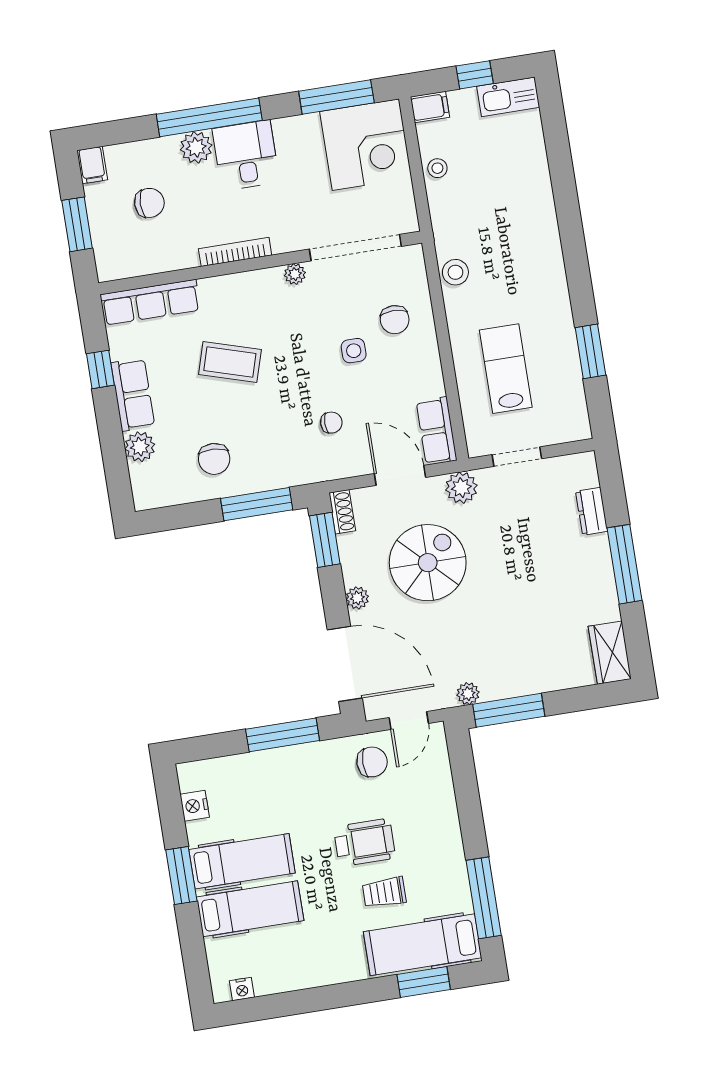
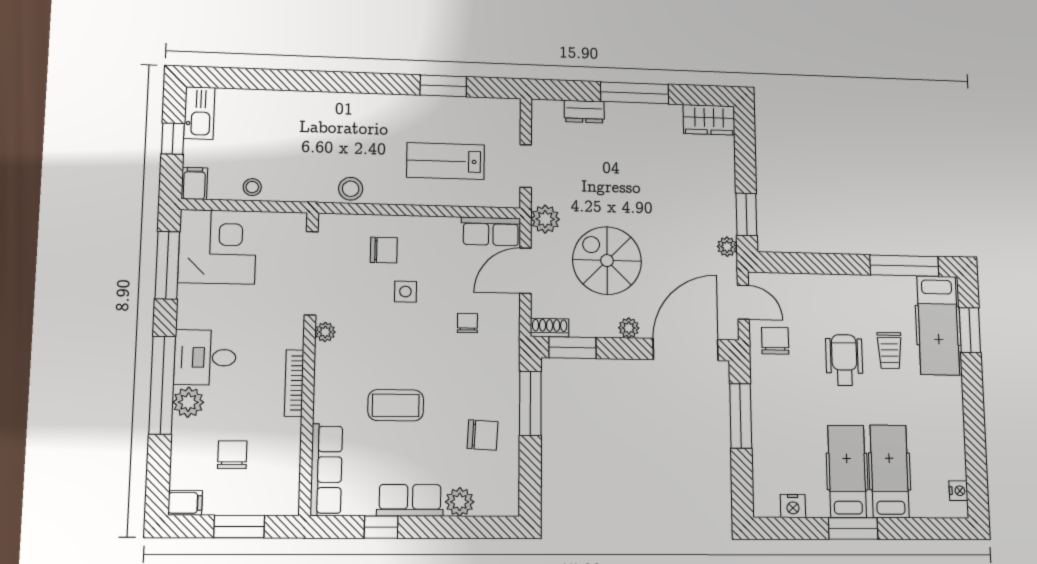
coffee table: (230, 362) -> (396, 405), turned 73
window: (509, 710) -> (746, 214), width x0.69

